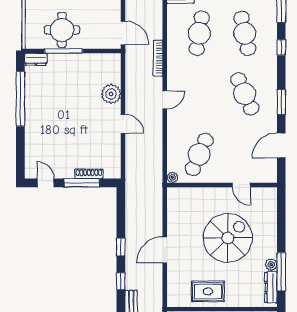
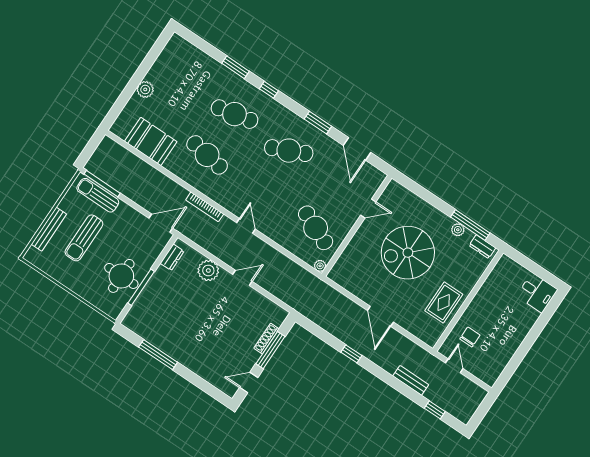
dresser: (36, 59) -> (172, 257), moved
window: (20, 99) -> (158, 355), width x0.68
spiral stairs: (228, 238) -> (408, 253), turned -90
window: (121, 281) -> (382, 375), removed
dresser: (271, 287) -> (482, 247), width x0.70

